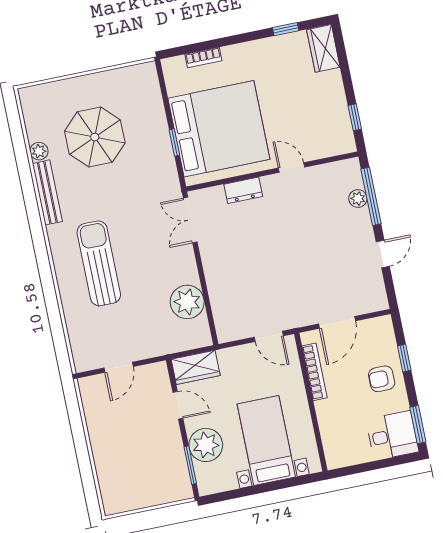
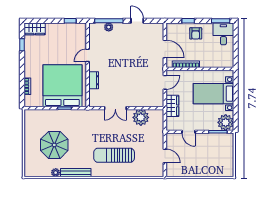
double door: (190, 220) -> (115, 108), moved
wardrobe: (196, 367) -> (172, 106), moved
door: (178, 405) -> (188, 132), swing flipped
plant: (206, 445) -> (226, 122), moved

